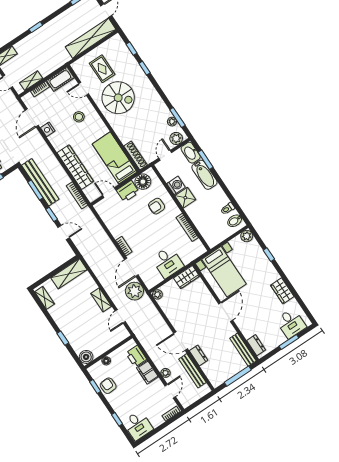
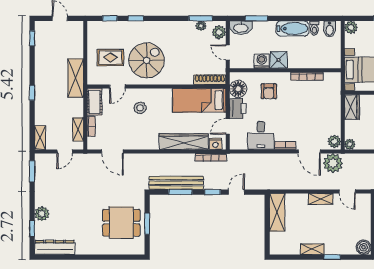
shelving: (91, 38) -> (76, 78), moved, width x0.68
nightstand: (48, 129) -> (215, 144), moved
bathtub: (204, 175) -> (293, 29), moved
desk: (168, 262) -> (261, 135), moved, turned 90
plant: (152, 281) -> (334, 142), added
shelving: (45, 298) -> (312, 249), moved

